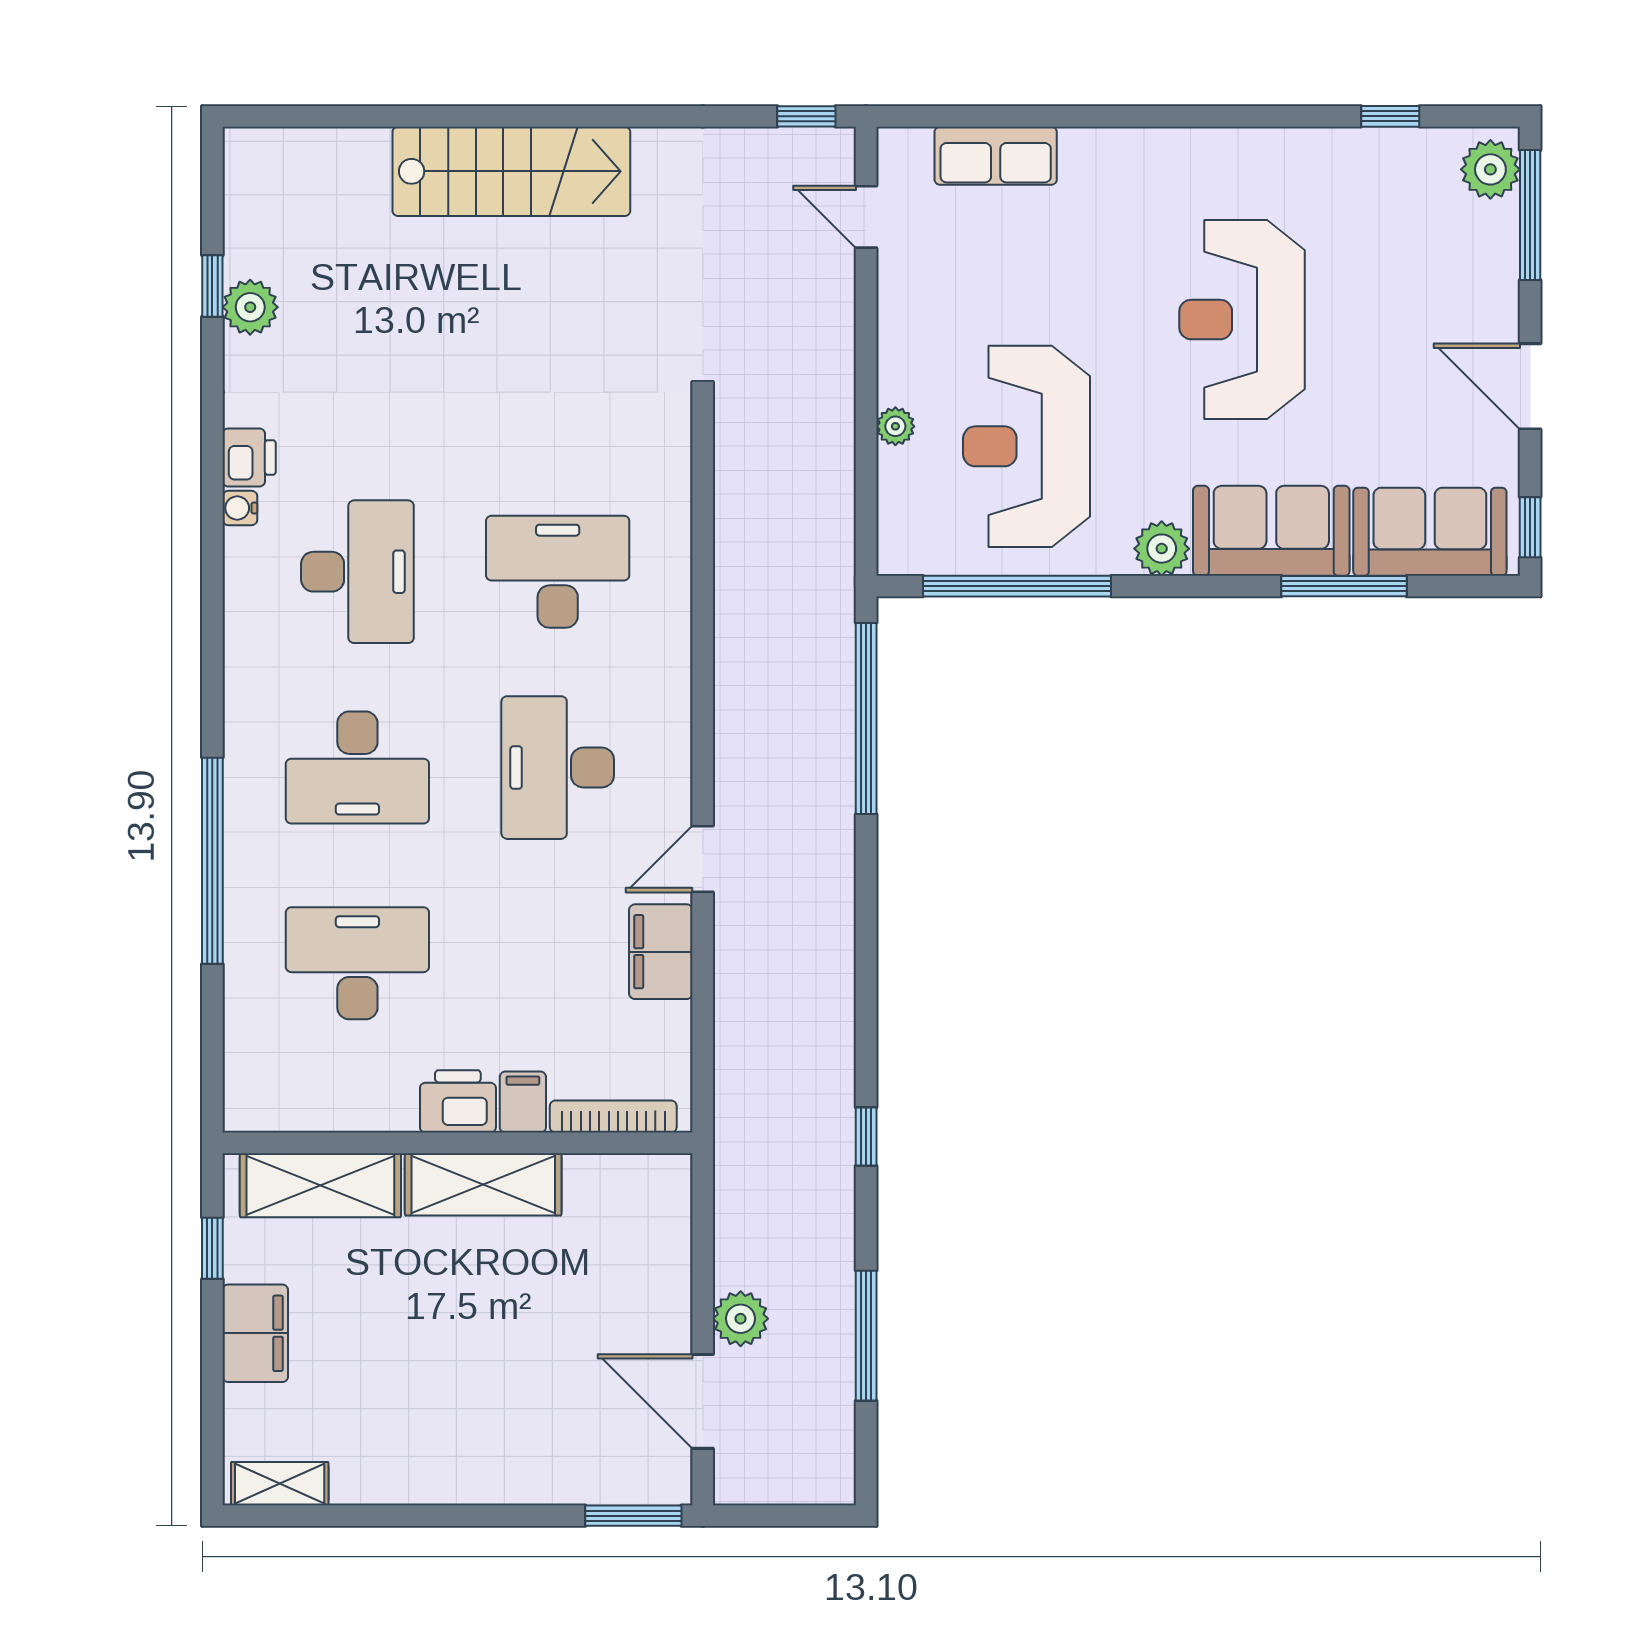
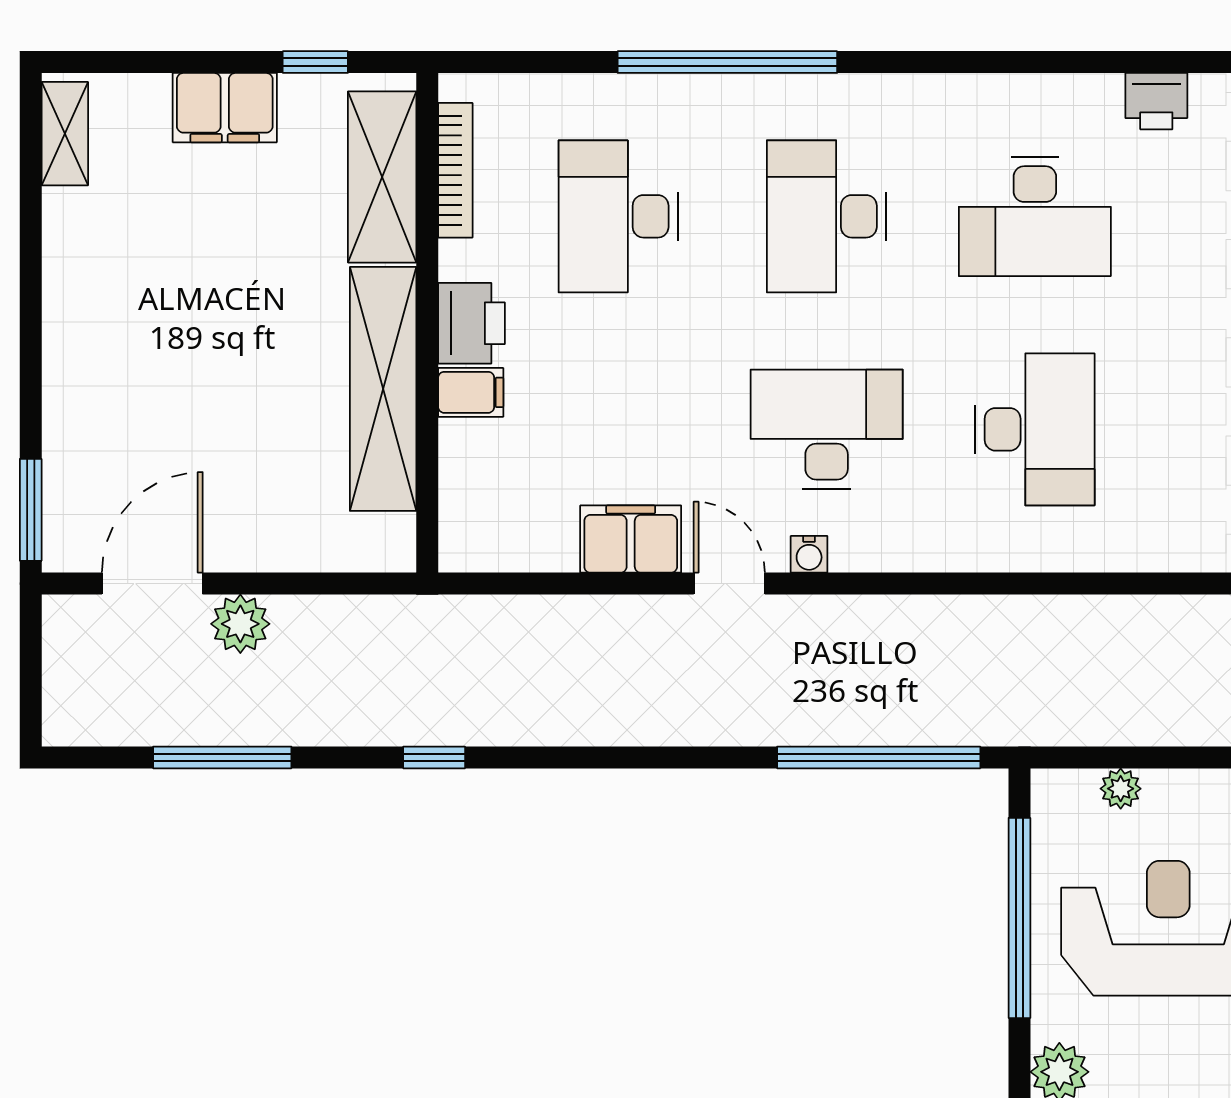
plant: (895, 426) -> (1121, 789), moved
water cooler: (240, 508) -> (809, 554), moved, turned 180
desk: (357, 963) -> (618, 216), turned 180
bookcase: (613, 1116) -> (455, 170), moved
shelving: (483, 1184) -> (383, 389), width x1.47

